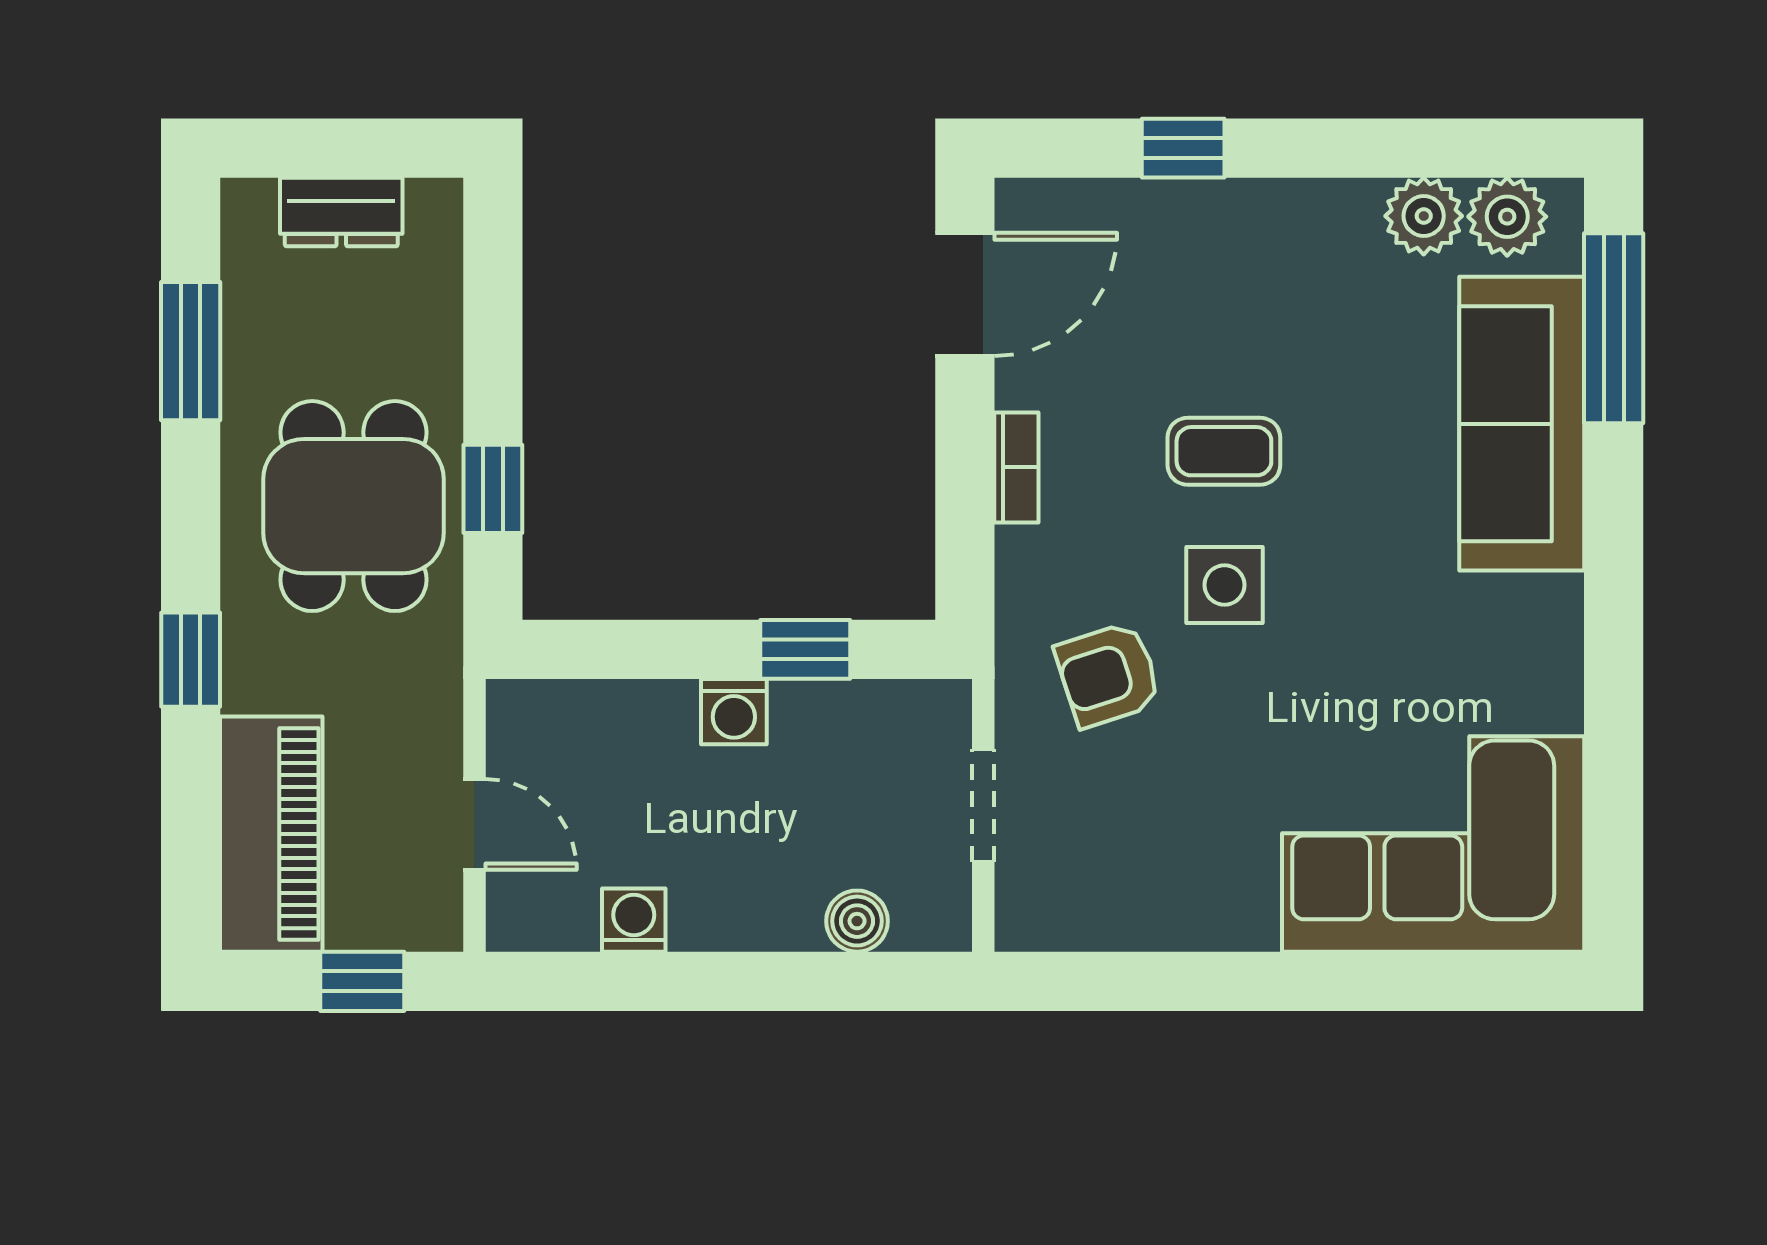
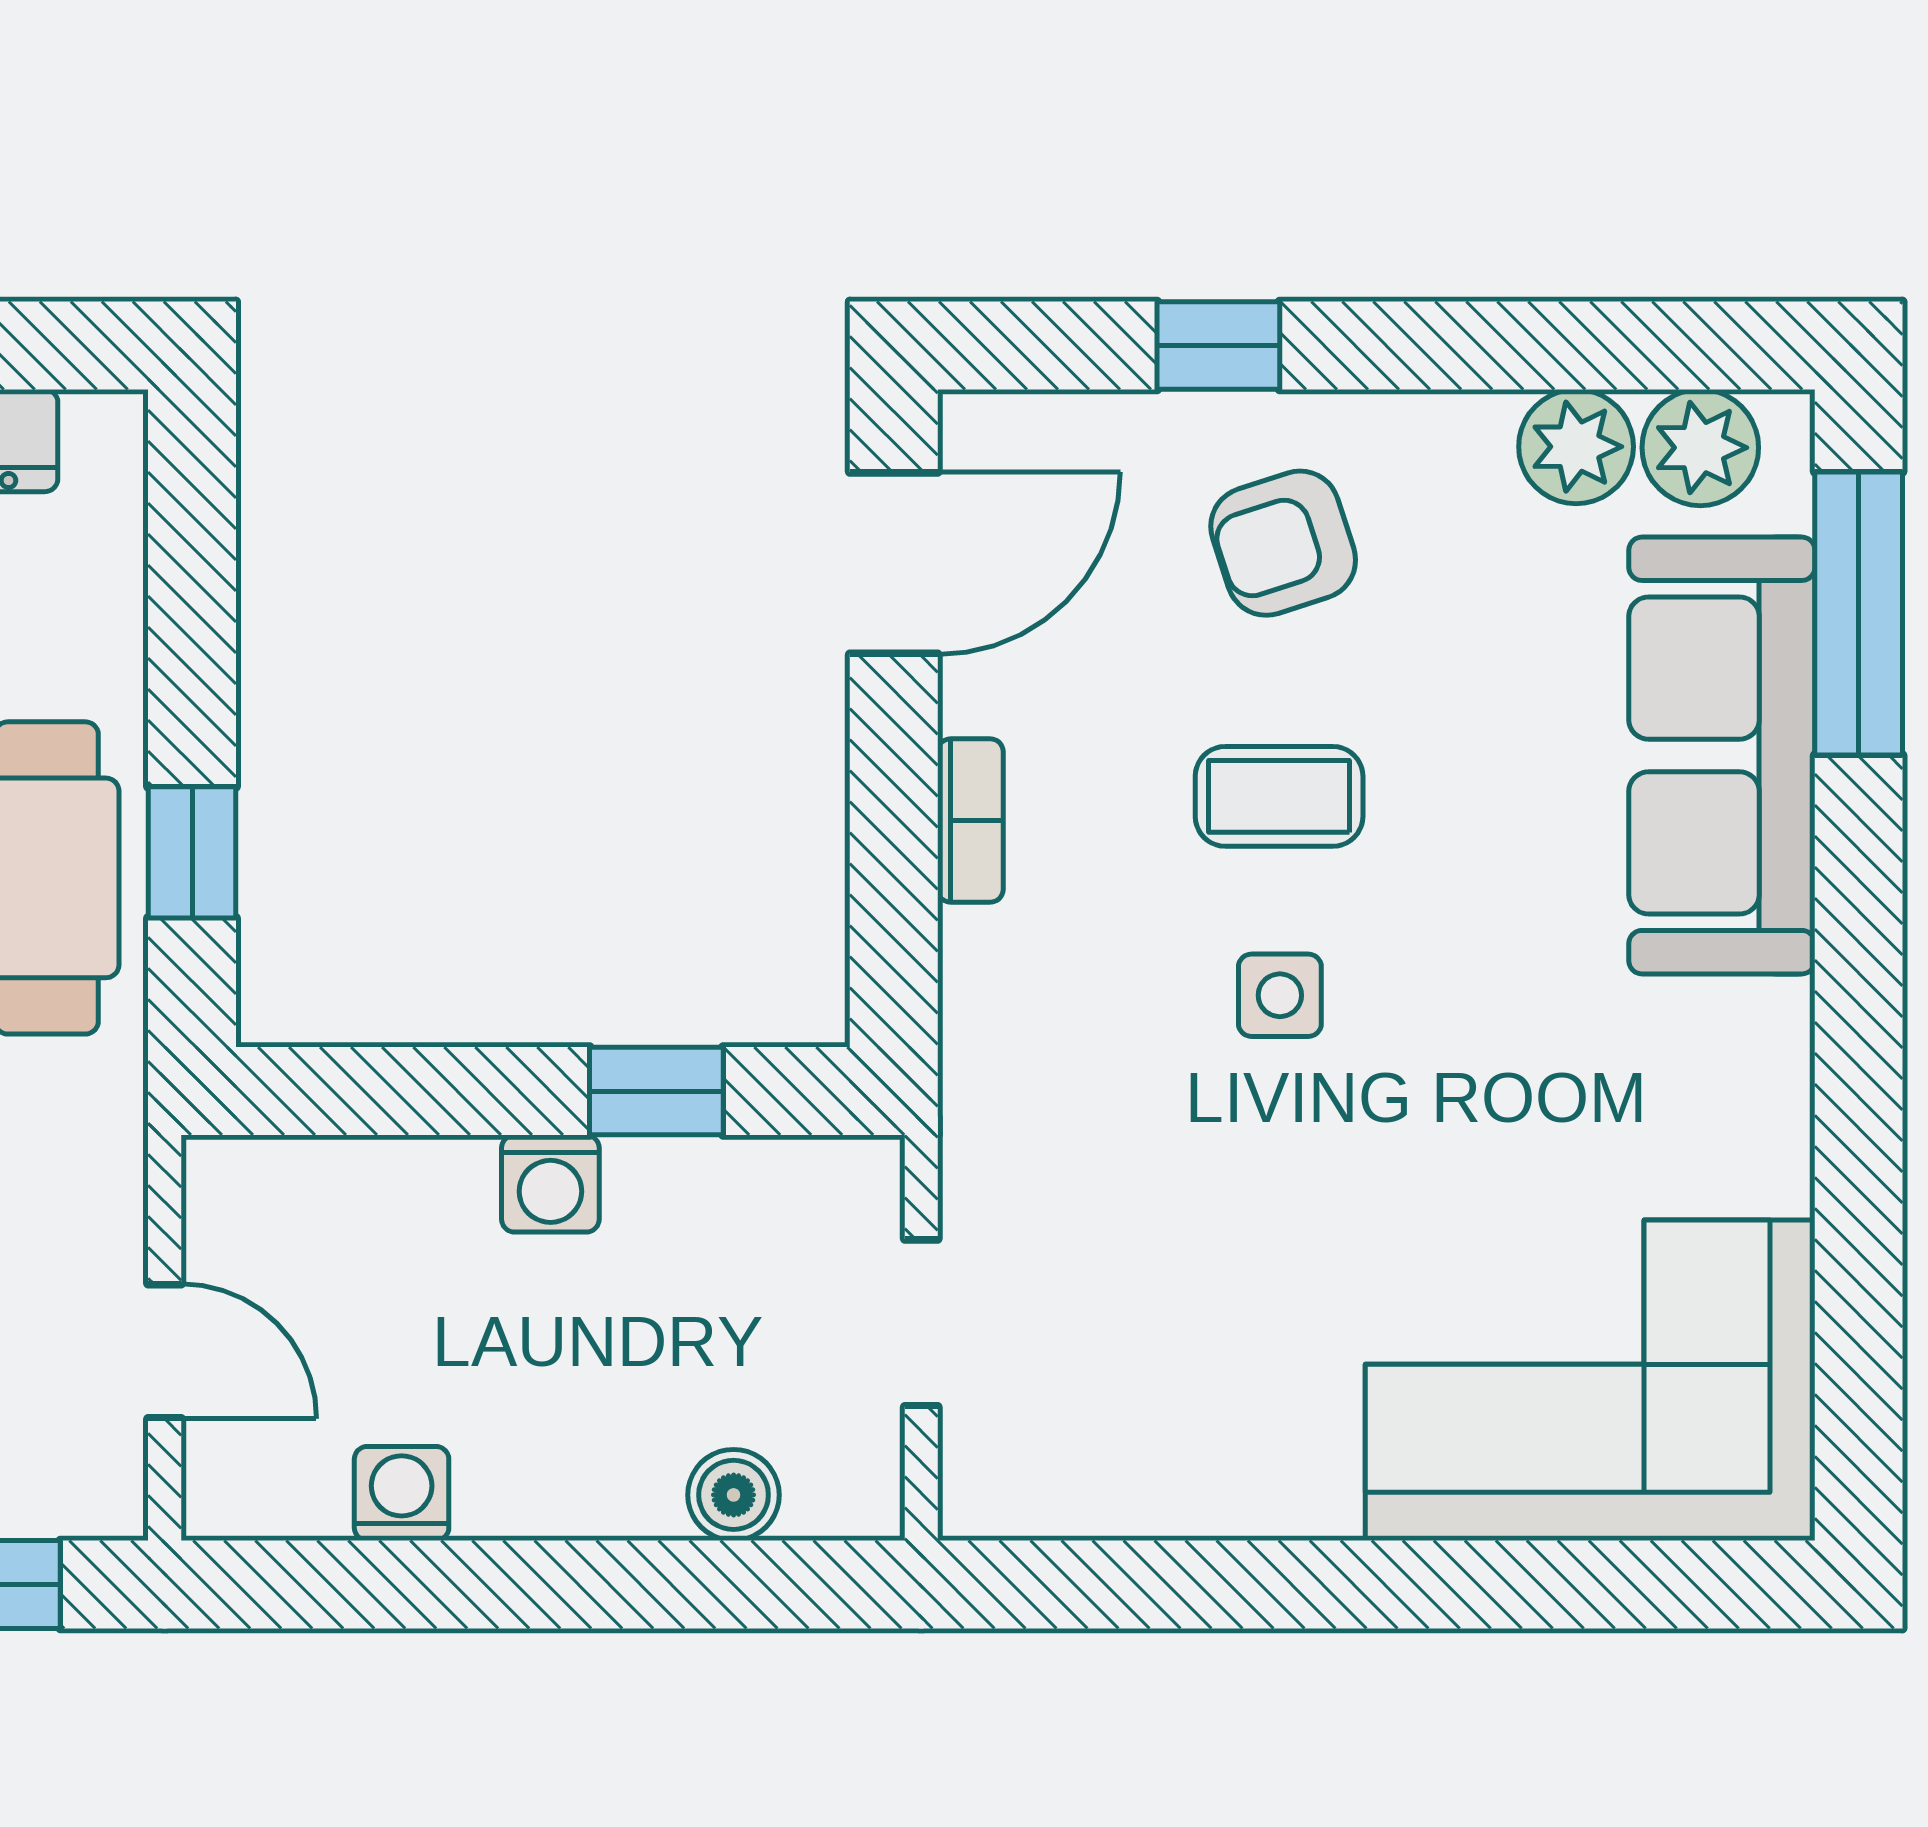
side table: (1224, 585) -> (1280, 995), width x0.73, depth x0.73
armchair: (1108, 675) -> (1283, 543), moved

